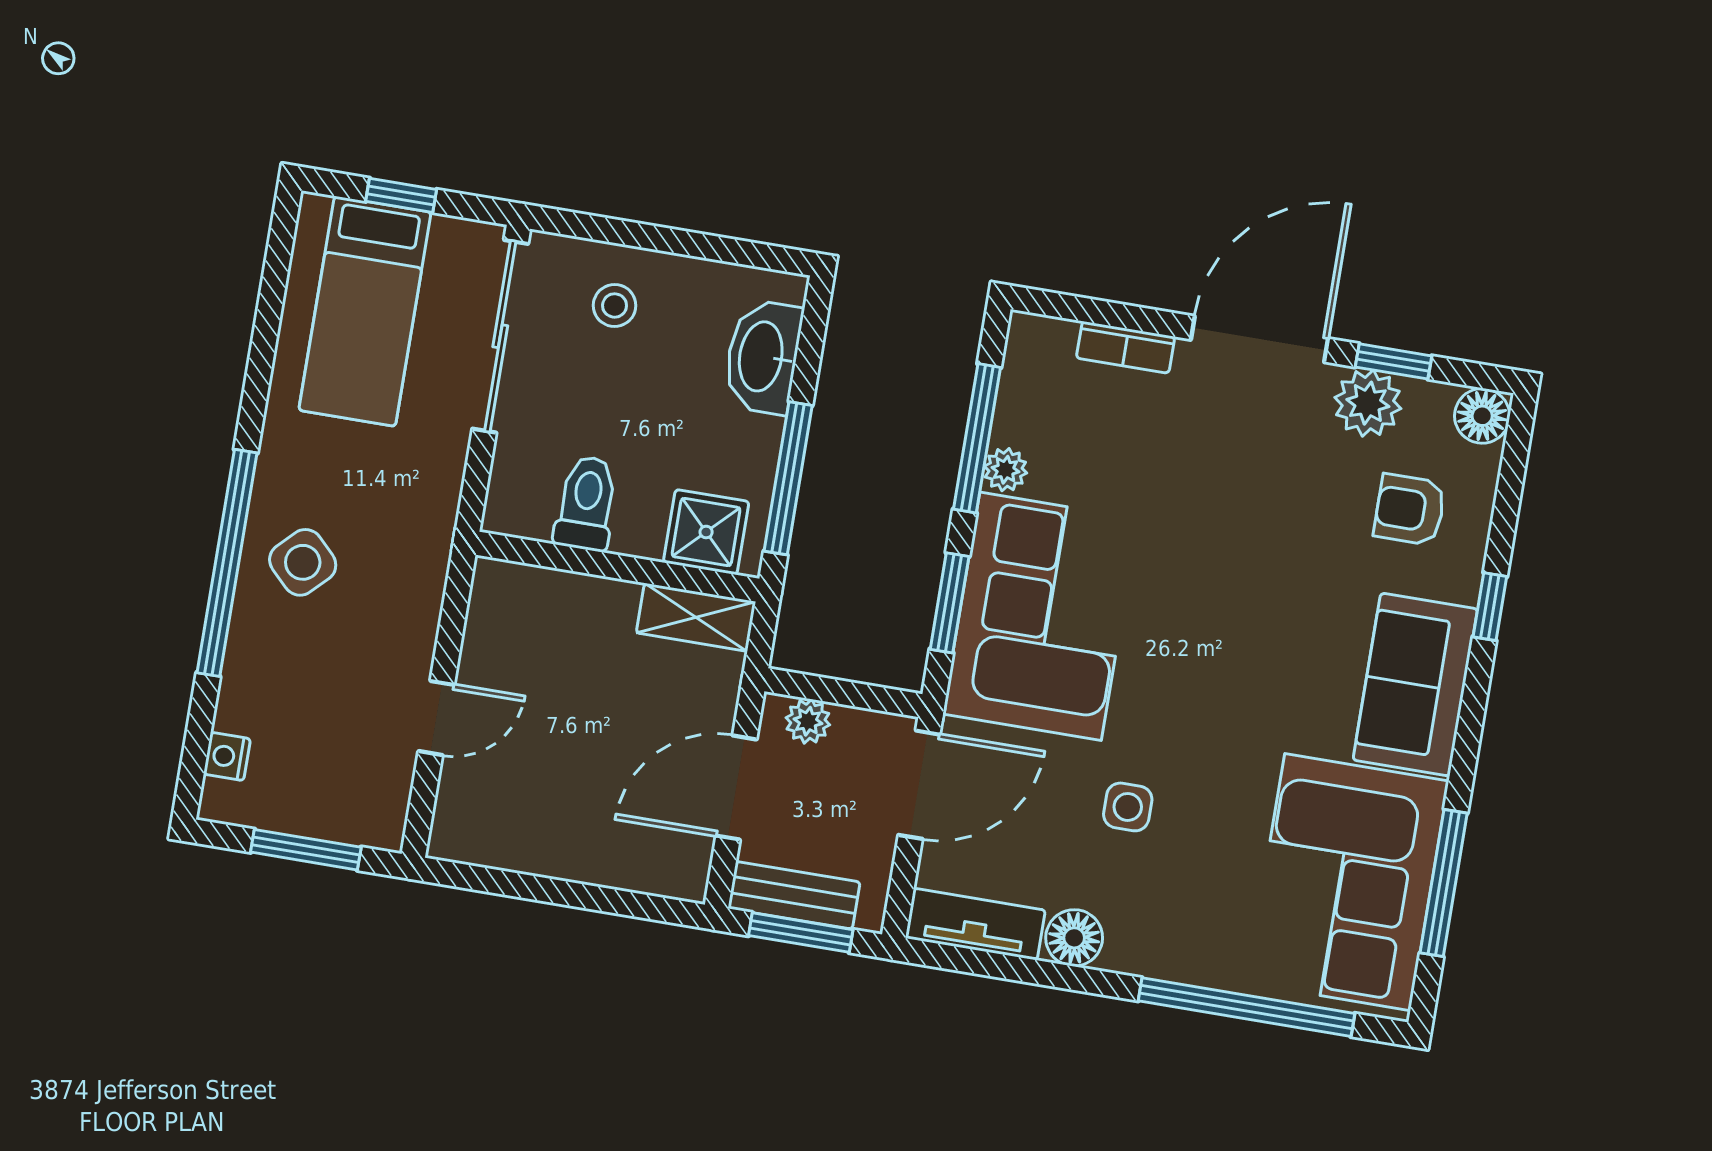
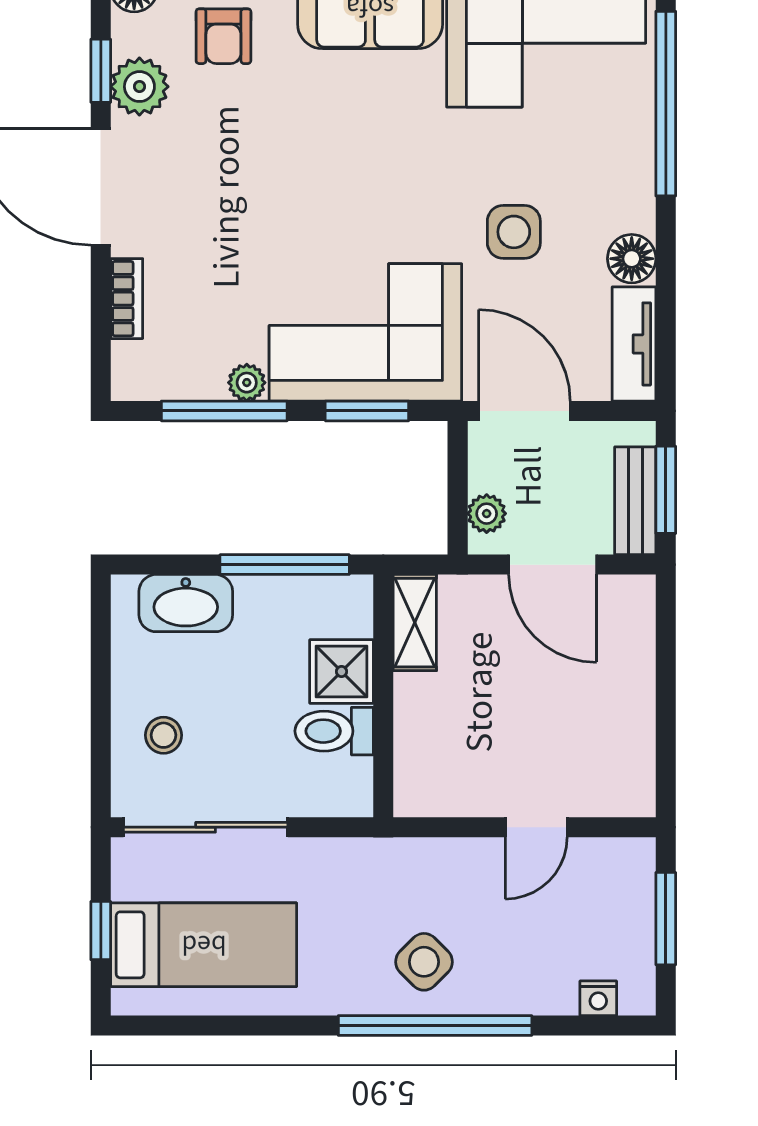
shower: (706, 532) -> (342, 672), moved
door: (436, 718) -> (536, 827), swing flipped
side table: (1128, 807) -> (514, 232), width x1.37, depth x1.37

